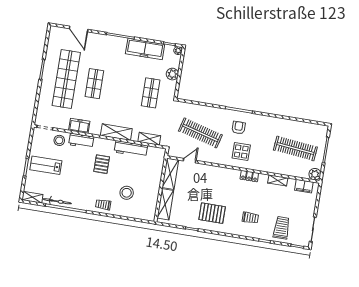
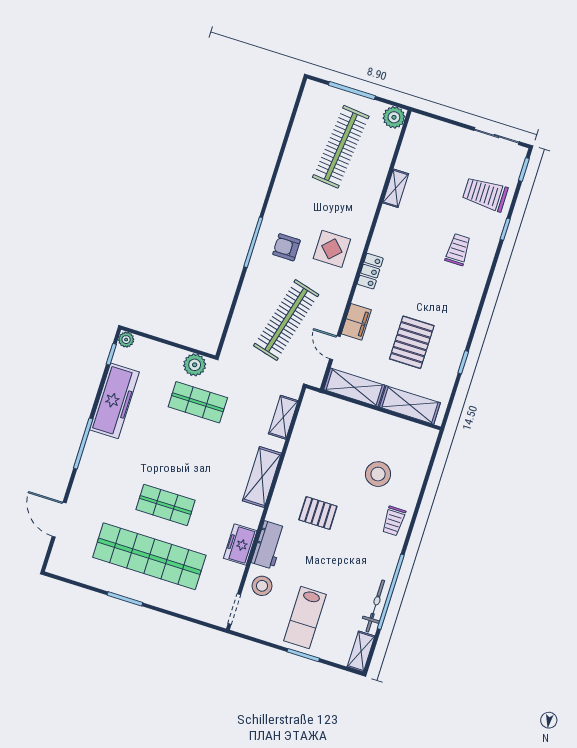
door: (79, 29) -> (59, 520), swing flipped
plant: (172, 74) -> (195, 365), moved
workbench: (131, 149) -> (297, 454), removed
locker: (249, 176) -> (370, 271), moved
filing cabinet: (304, 186) -> (356, 322), moved
pallet: (212, 213) -> (412, 342), moved

